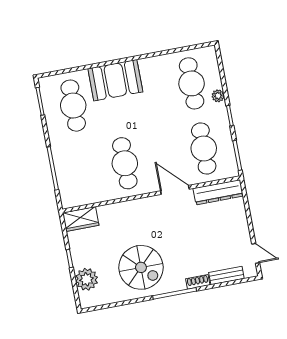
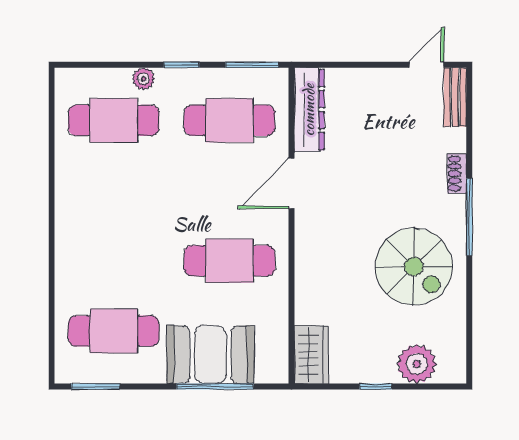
booth: (115, 80) -> (210, 355), moved, turned 90
spiral stairs: (141, 267) -> (414, 267), turned 90
bench: (226, 275) -> (455, 97), moved

